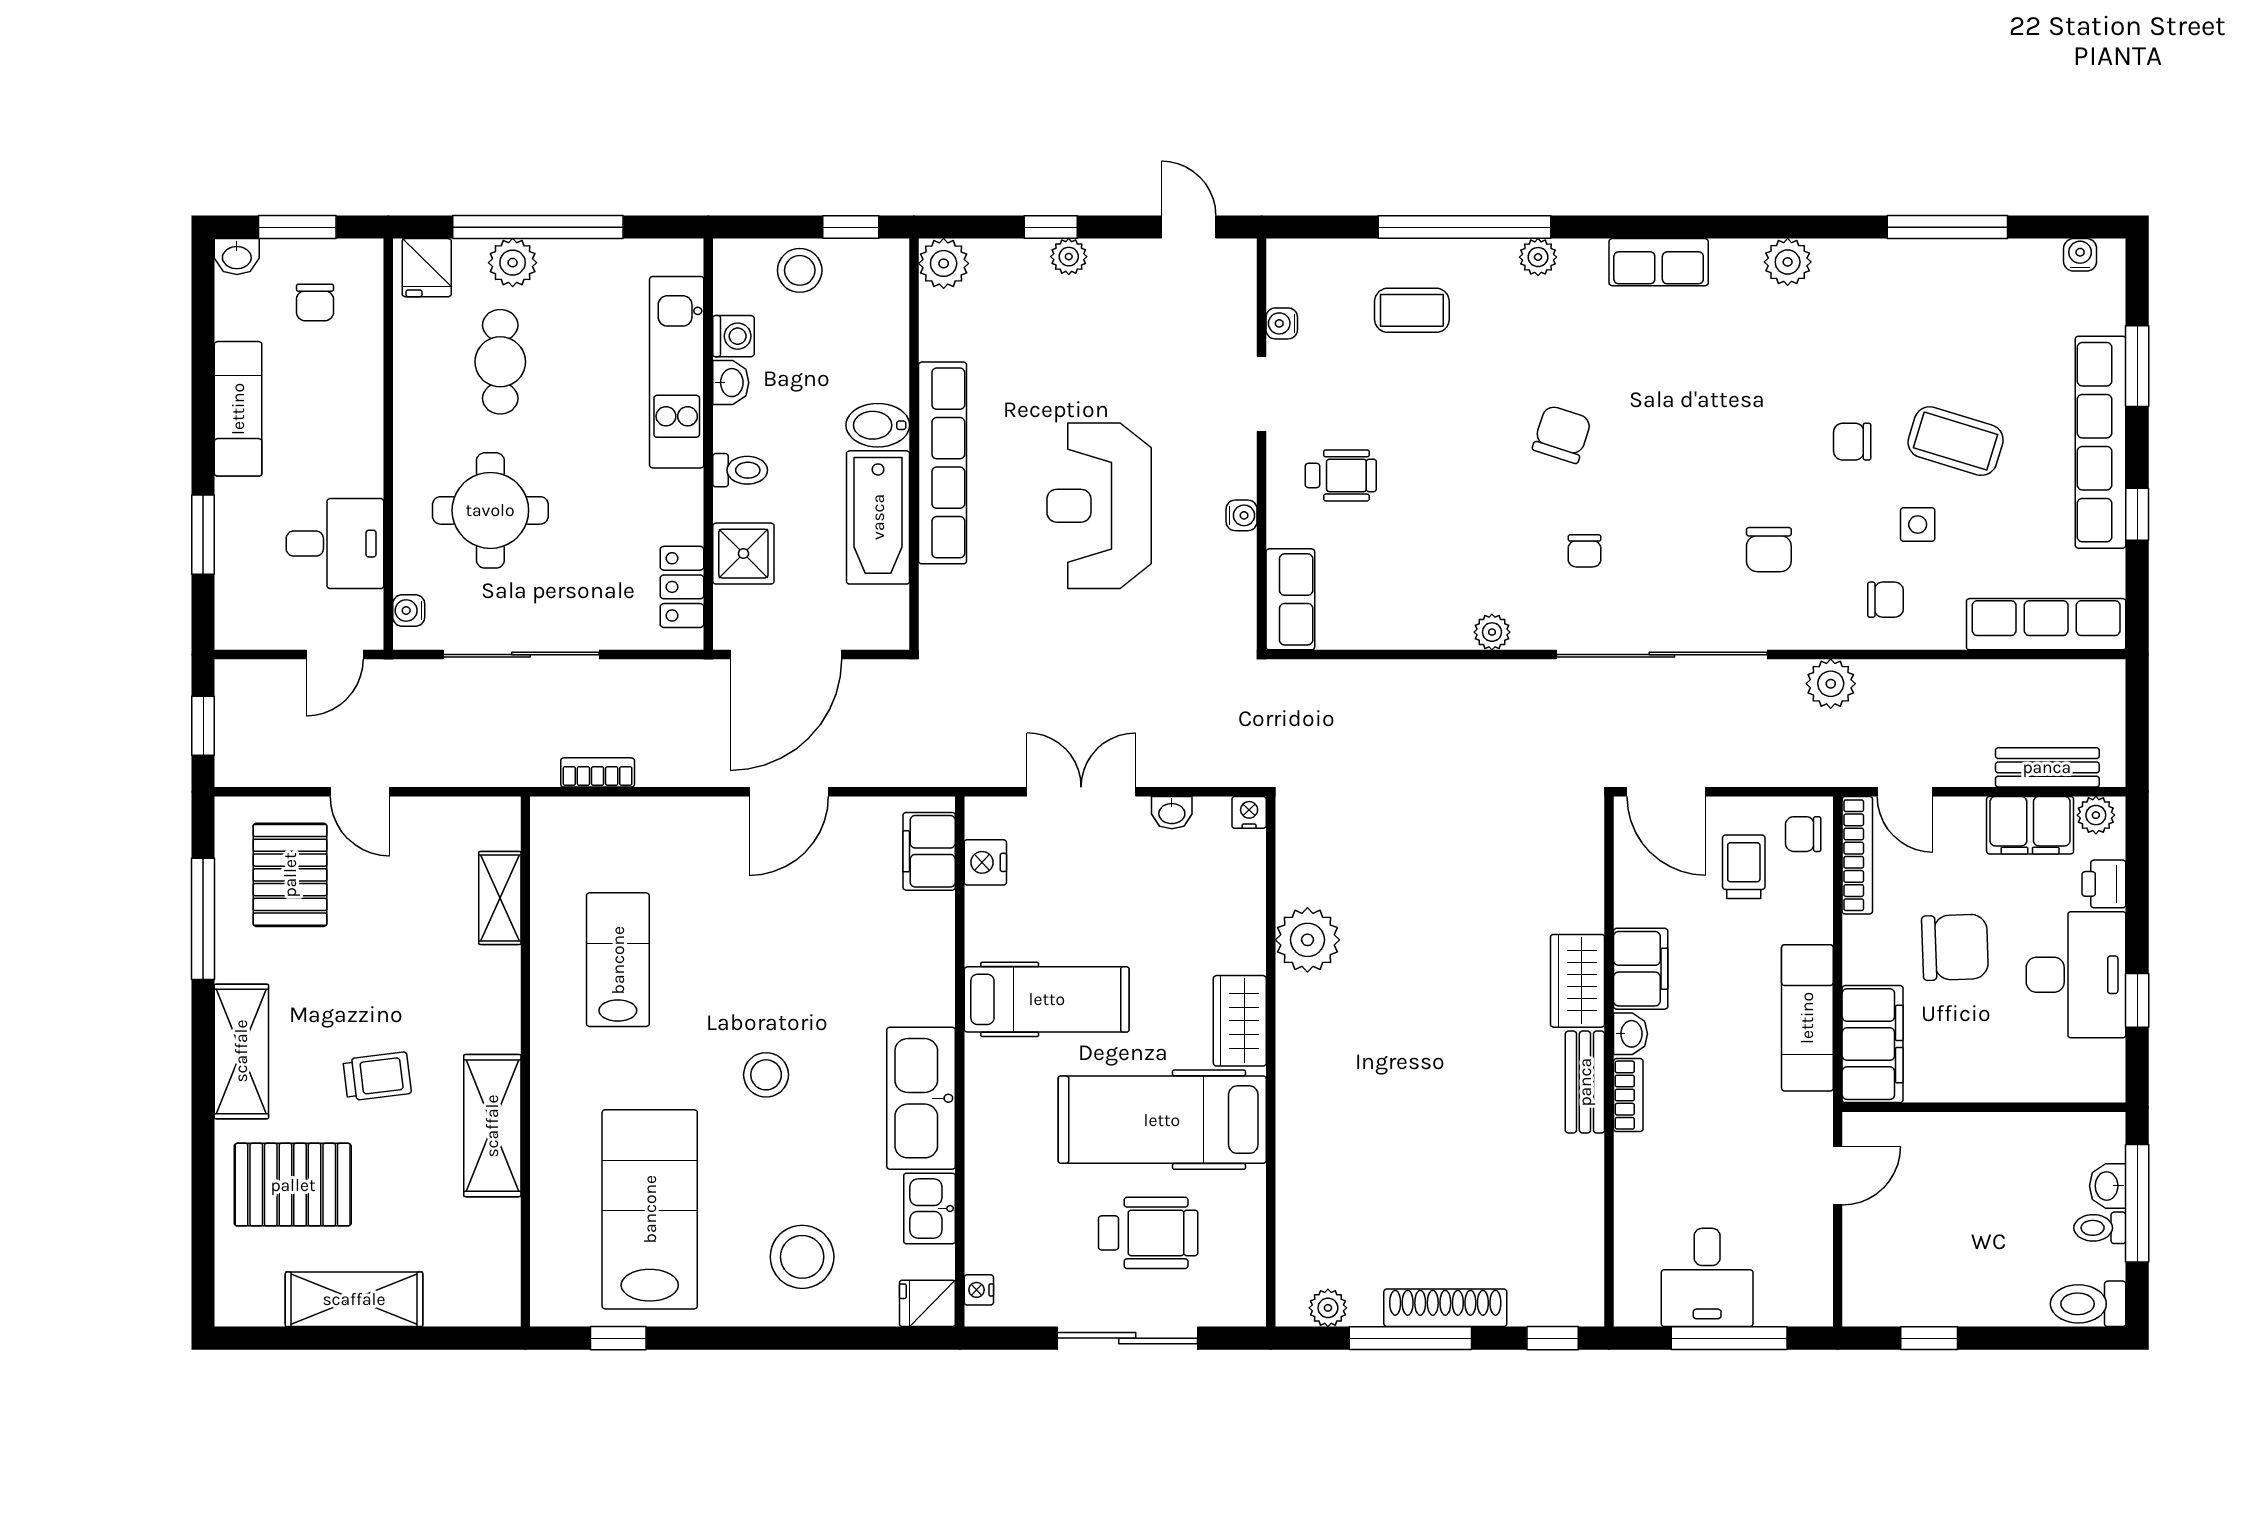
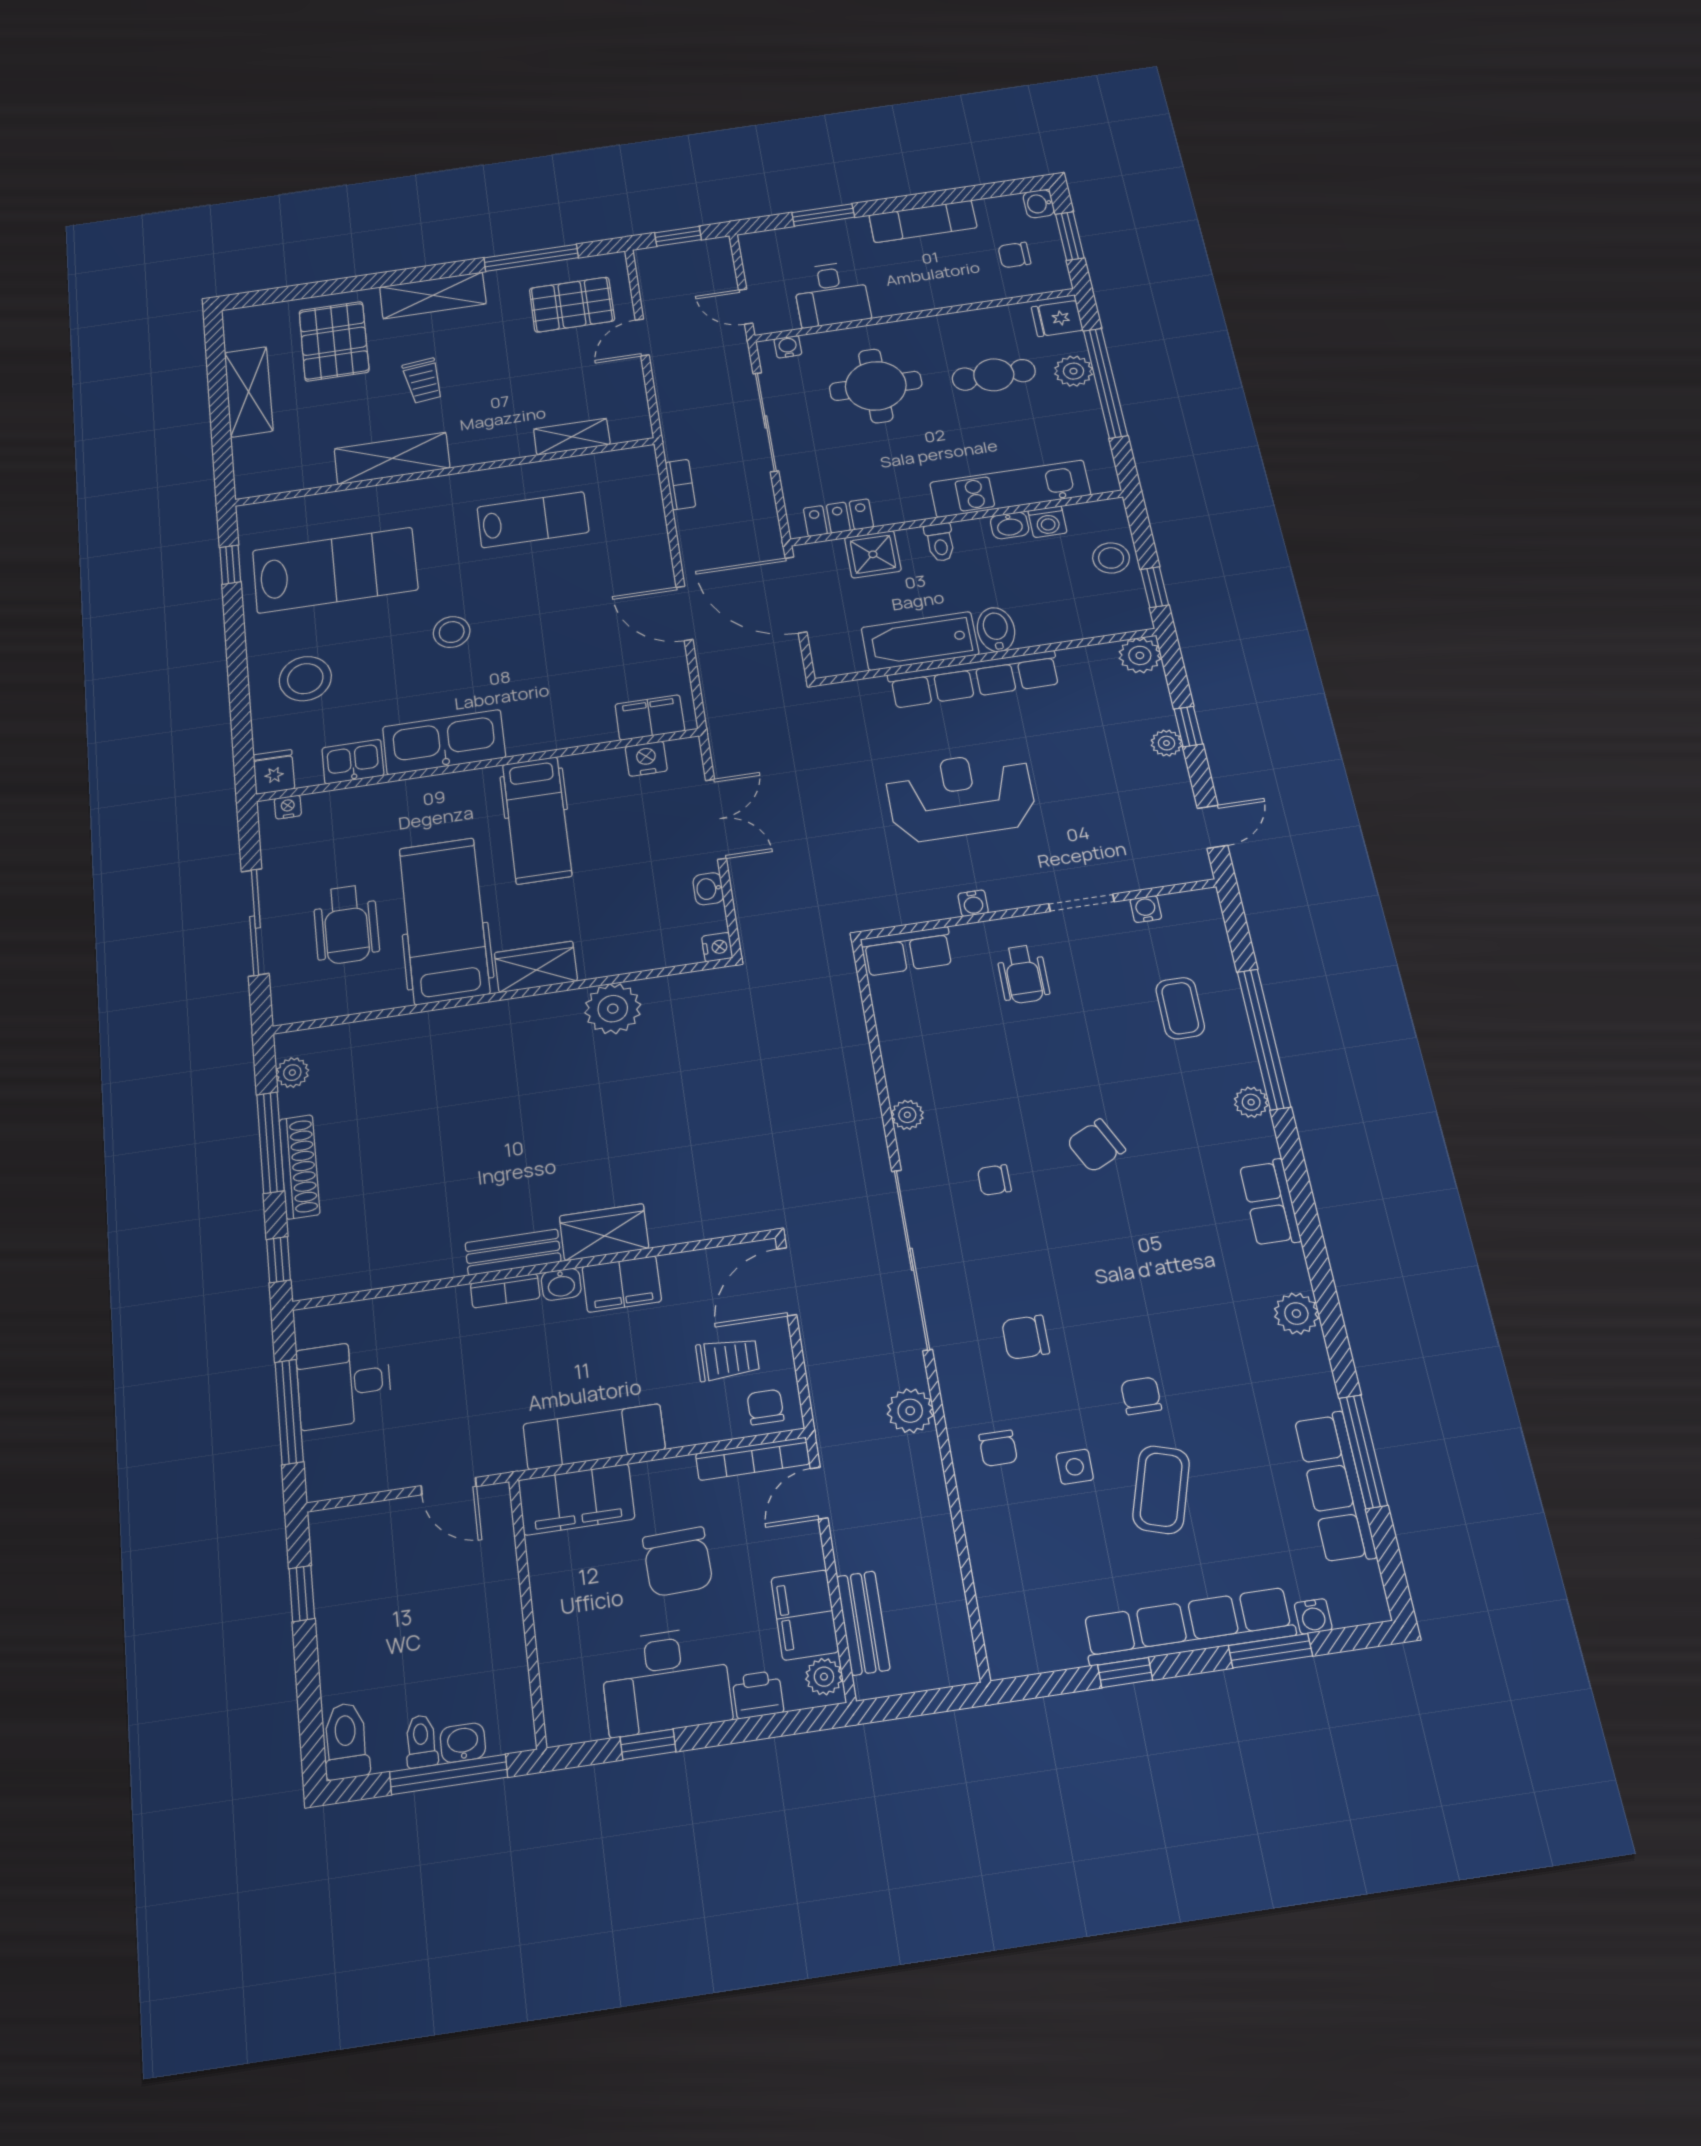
water cooler: (2080, 255) -> (1313, 1616), moved, turned 90
chair: (1562, 434) -> (1096, 1146), turned 136
row of seats: (2046, 624) -> (1335, 1487), moved, turned 180

